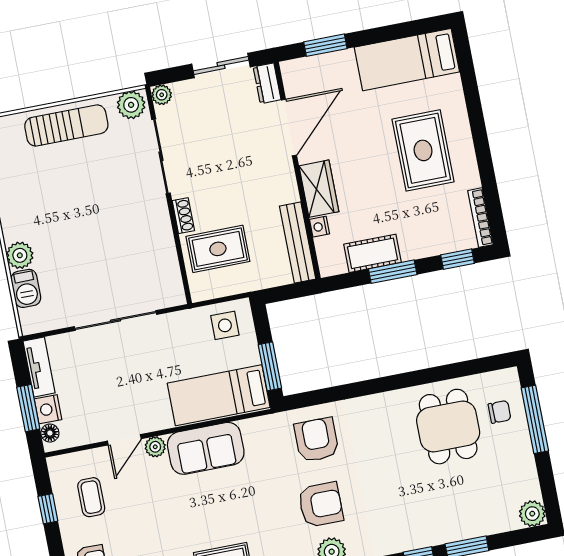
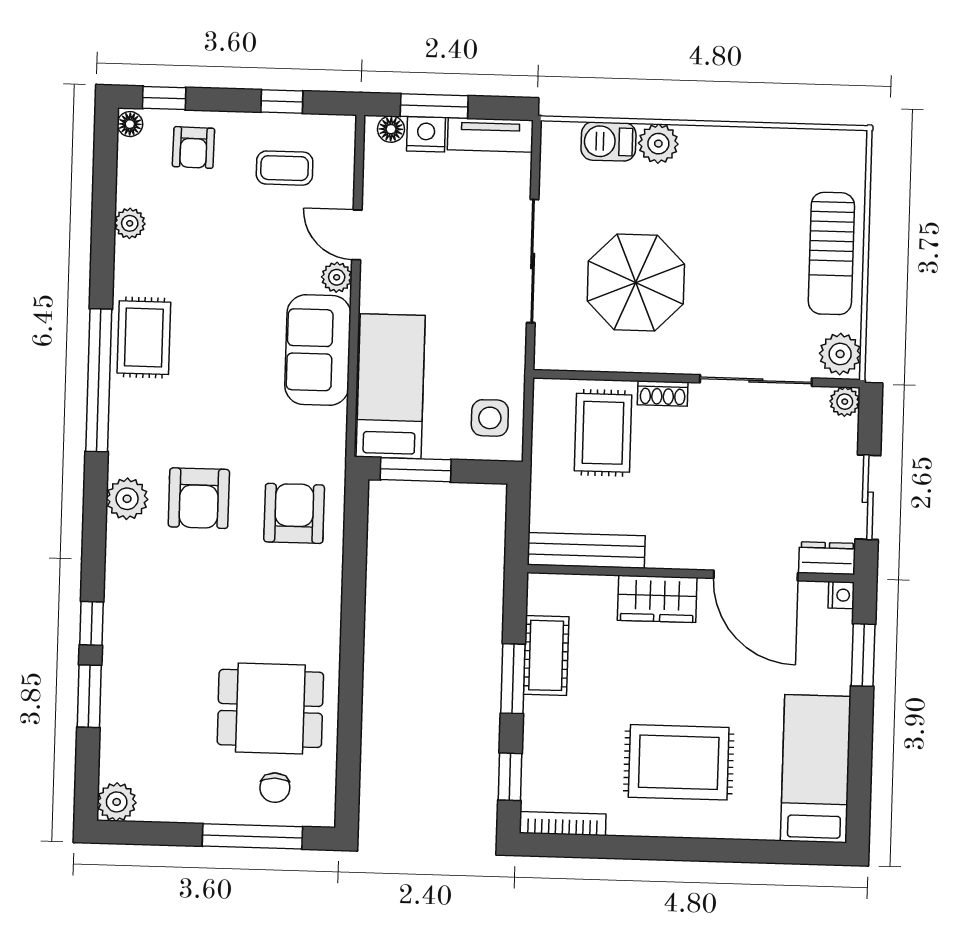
nightstand: (319, 227) -> (841, 595), moved, turned 90
parasol: (114, 250) -> (636, 282), added
armchair: (317, 440) -> (294, 513), turned -90

